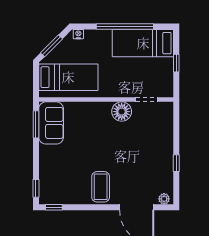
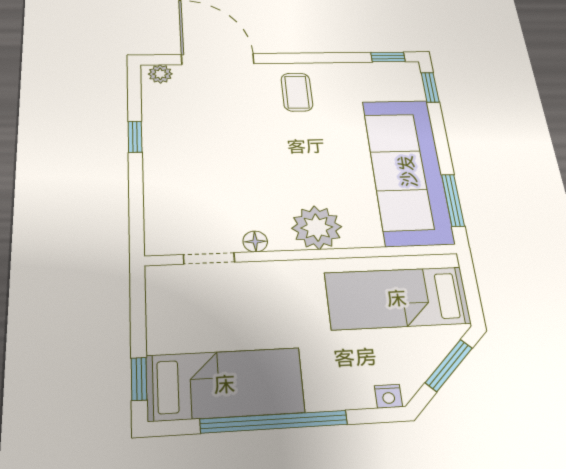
window: (176, 63) -> (139, 379), moved
floor lamp: (122, 112) -> (255, 242), width x0.53, depth x0.53
plant: (99, 113) -> (317, 228), added
sofa: (51, 123) -> (407, 171), width x1.85, depth x1.27
coffee table: (101, 187) -> (297, 92), width x0.73, depth x0.77

